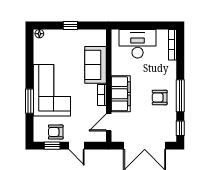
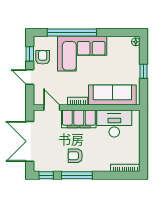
desk: (138, 44) -> (114, 124), moved, turned -90
sofa: (96, 65) -> (112, 95), width x1.36
armchair: (160, 97) -> (75, 156), turned -90
window: (29, 101) -> (72, 32), width x2.11
door: (76, 146) -> (30, 77), hinge flipped

